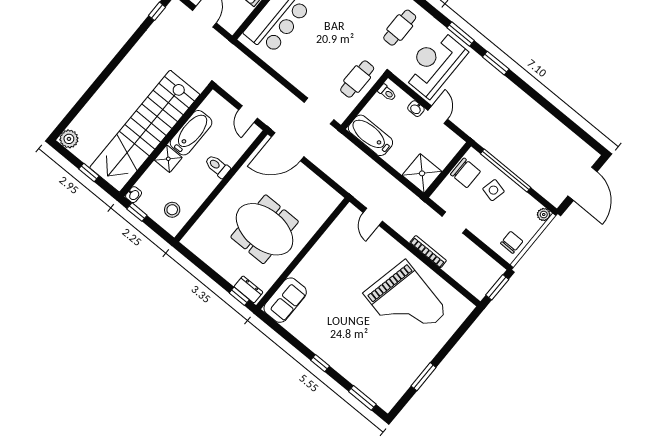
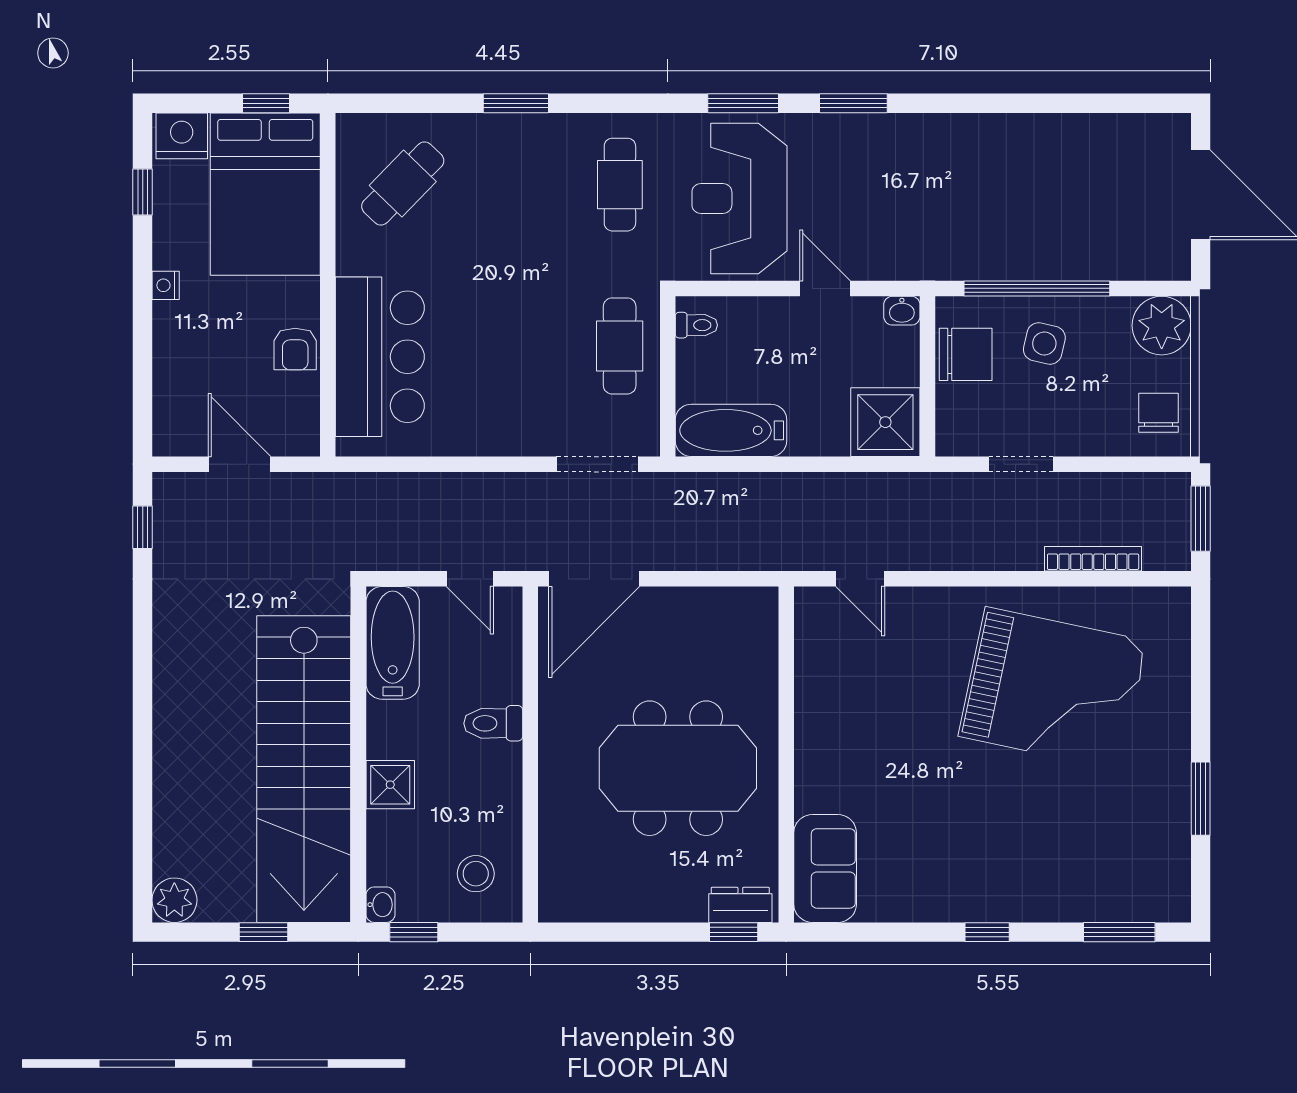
washbasin: (416, 109) -> (902, 311), moved
bathtub: (191, 133) -> (393, 643), moved
plant: (544, 215) -> (1162, 326), width x1.88, depth x1.88
bookcase: (428, 252) -> (1093, 559), moved

